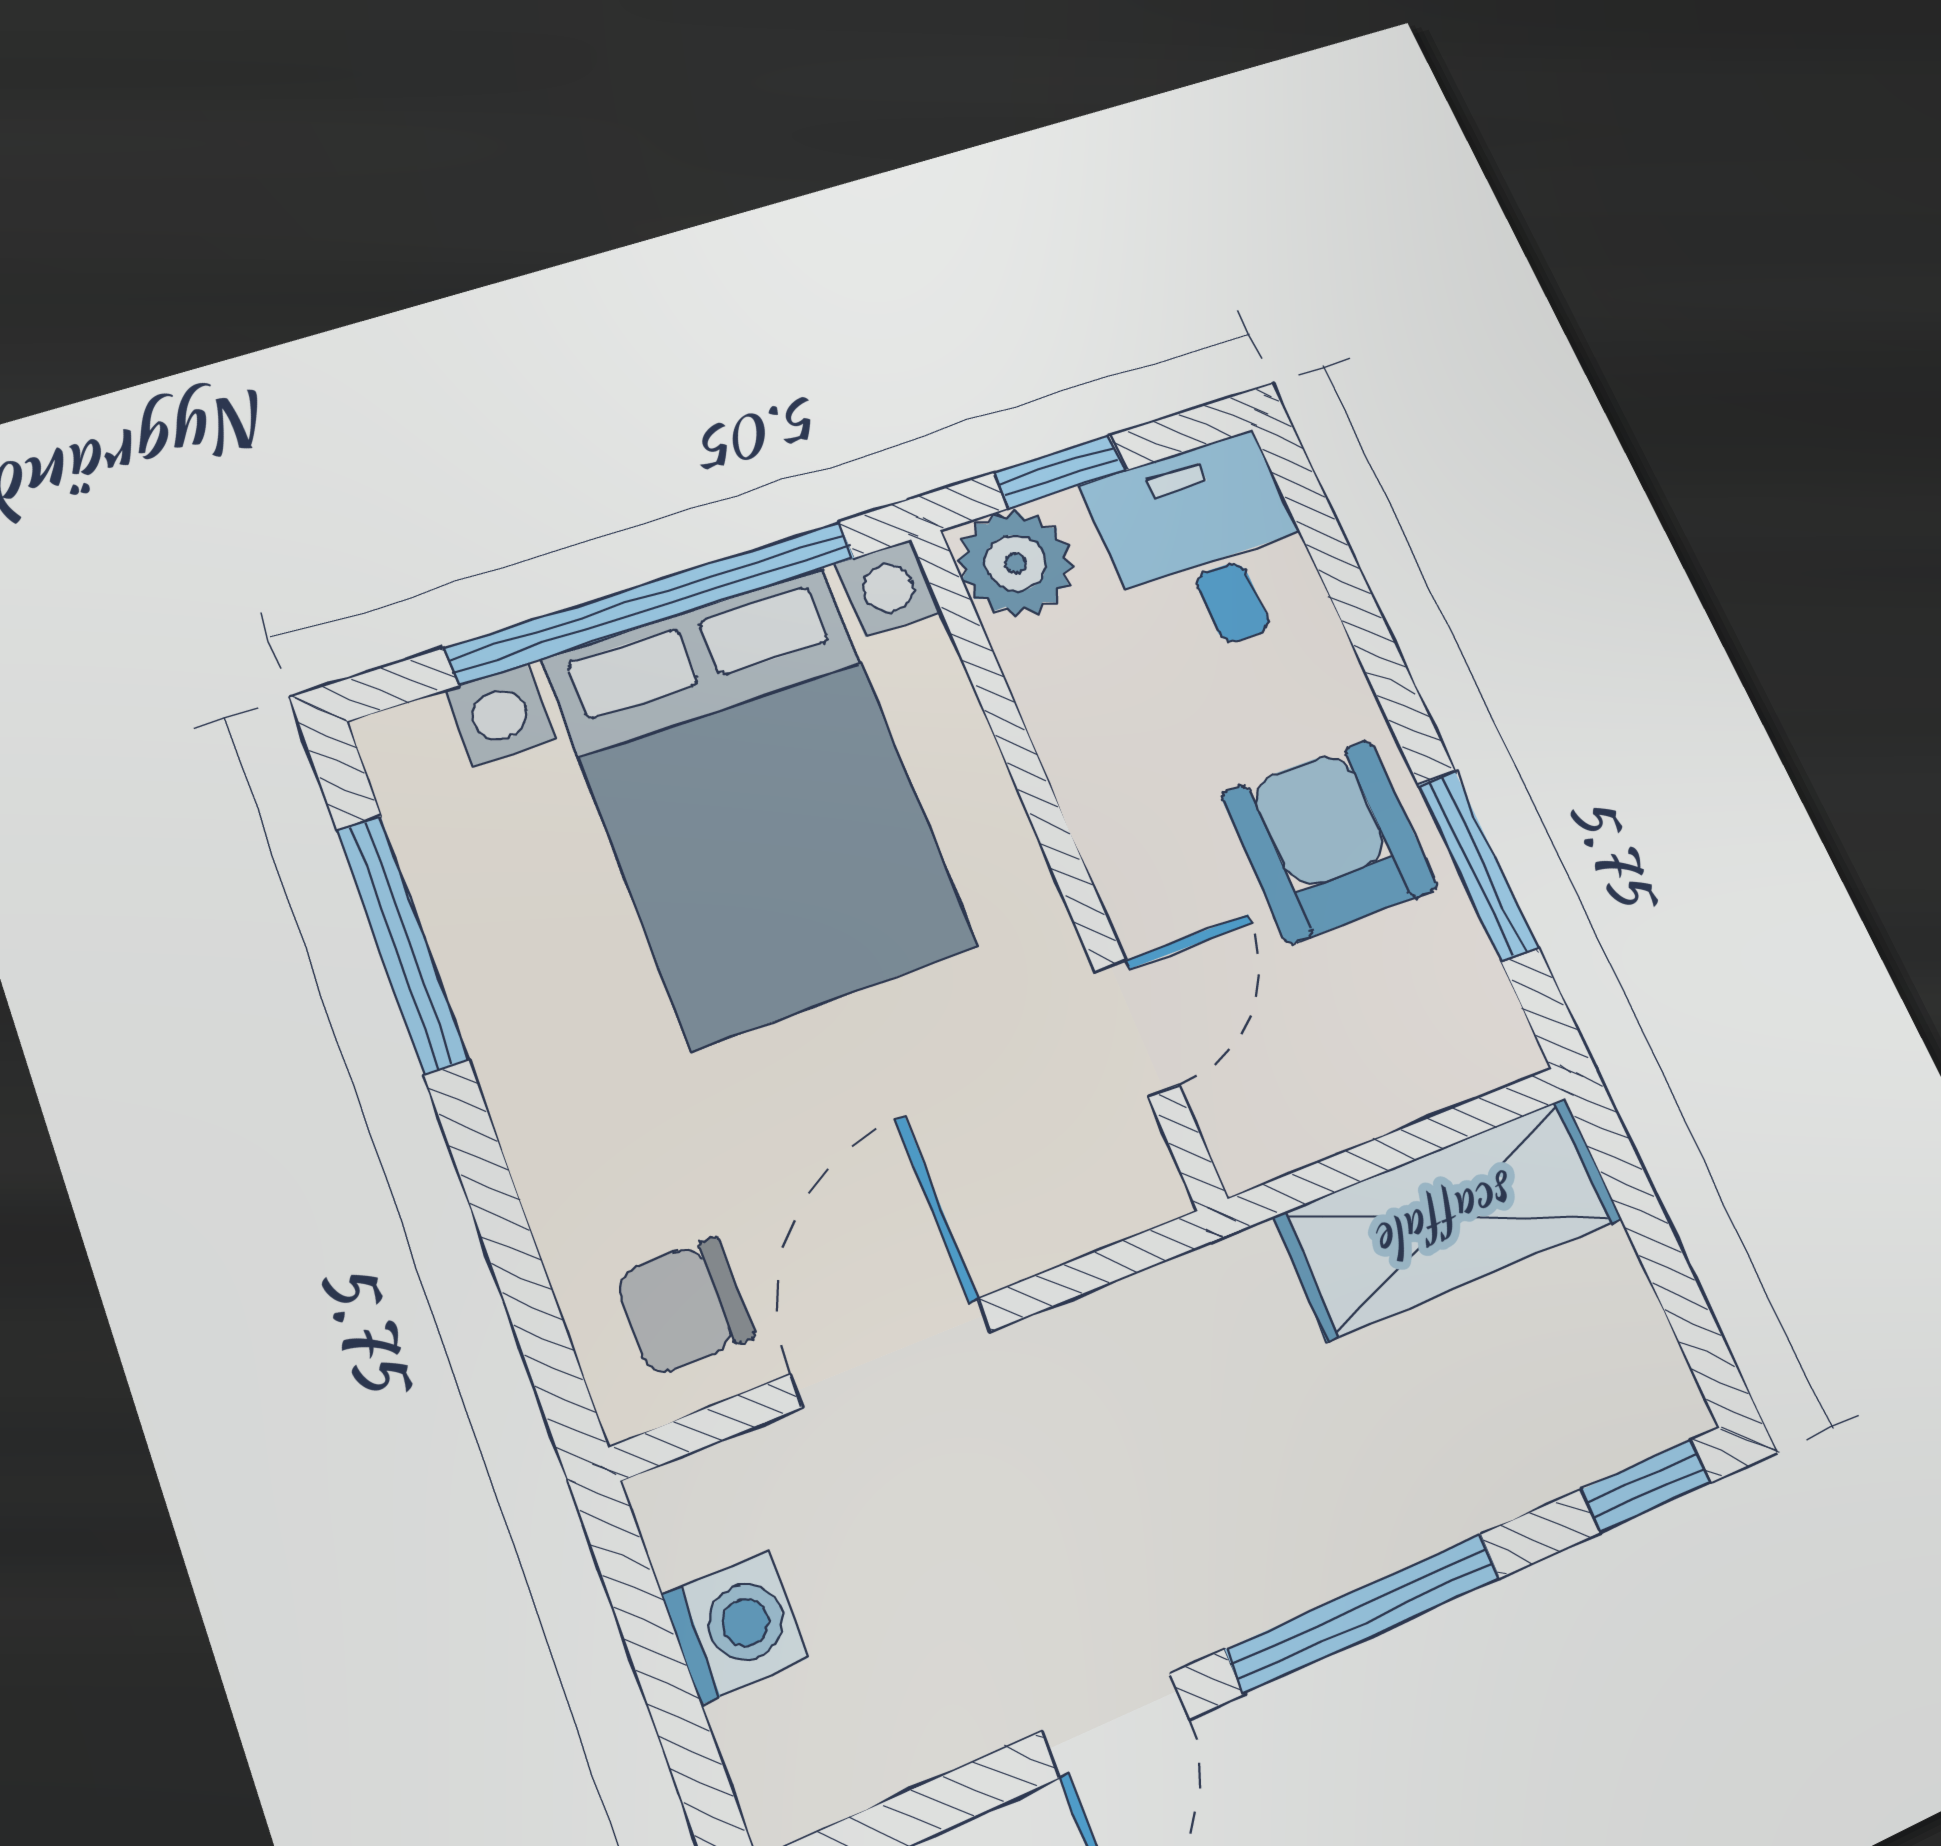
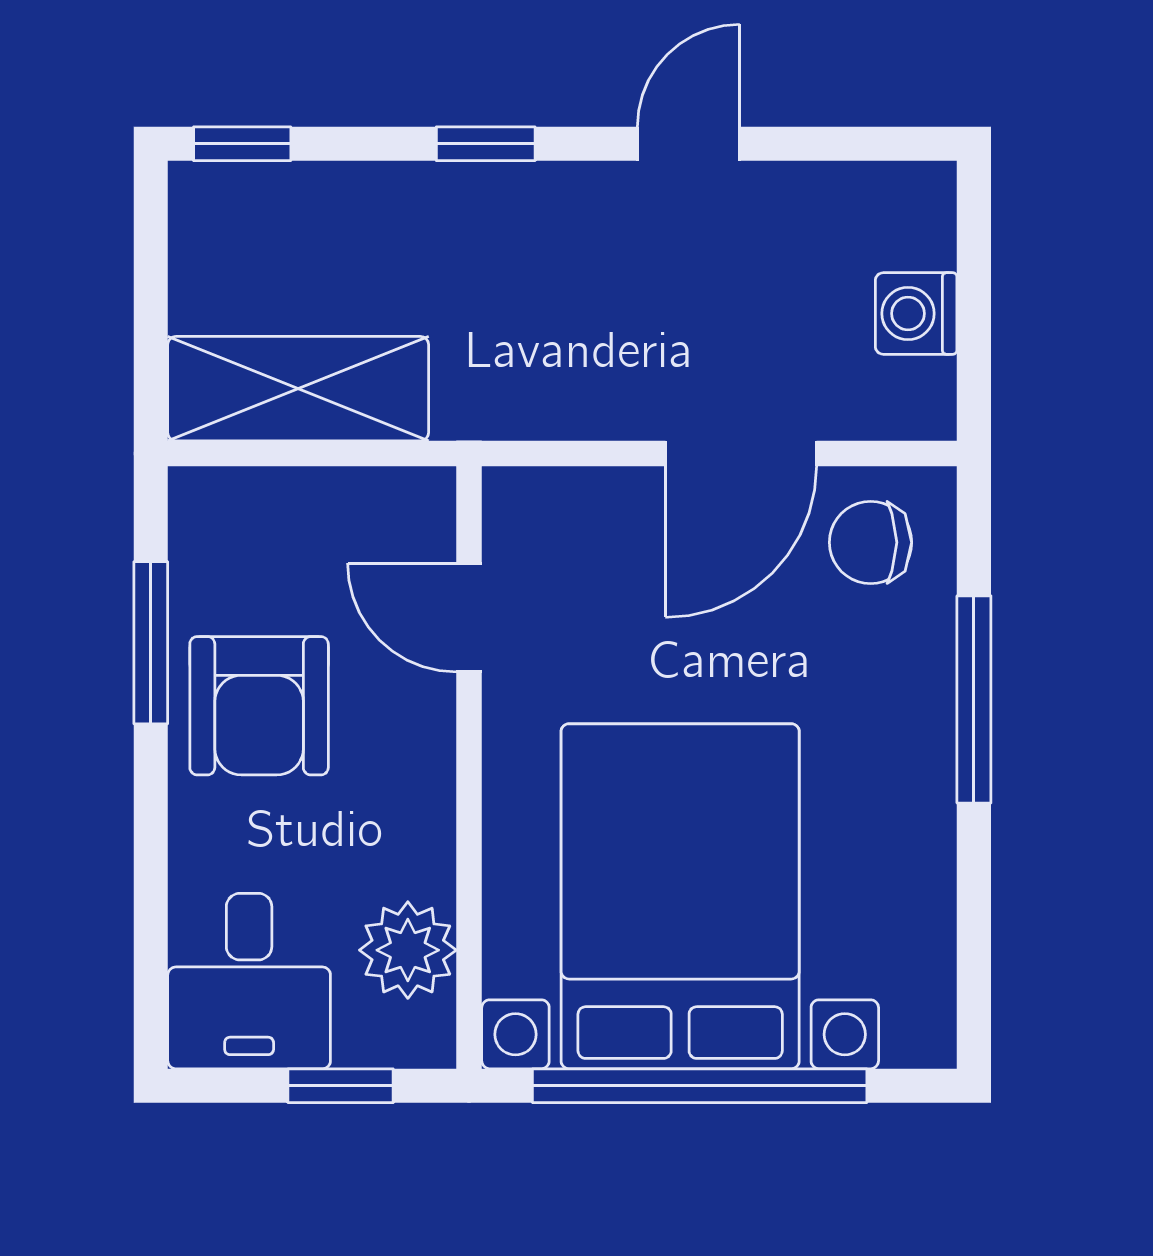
plant: (1016, 563) -> (408, 950), moved
window: (402, 944) -> (974, 699), moved
door: (1137, 1028) -> (469, 618), hinge flipped
chair: (685, 1306) -> (871, 542), turned 180
window: (1364, 1613) -> (486, 144), width x0.46

